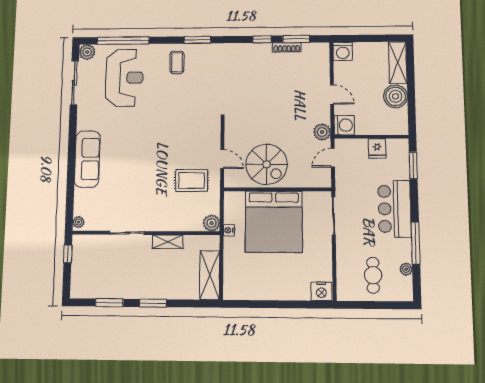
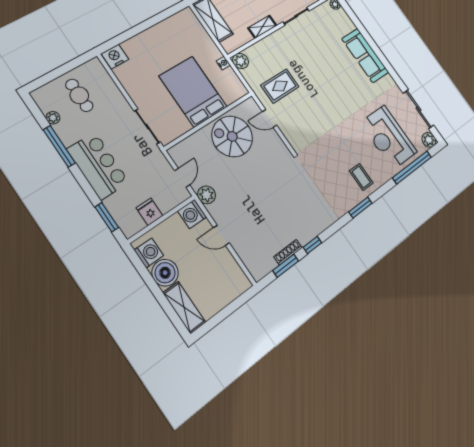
washing machine: (343, 51) -> (149, 253), moved, turned 90
bed: (274, 222) -> (193, 92), width x0.73

